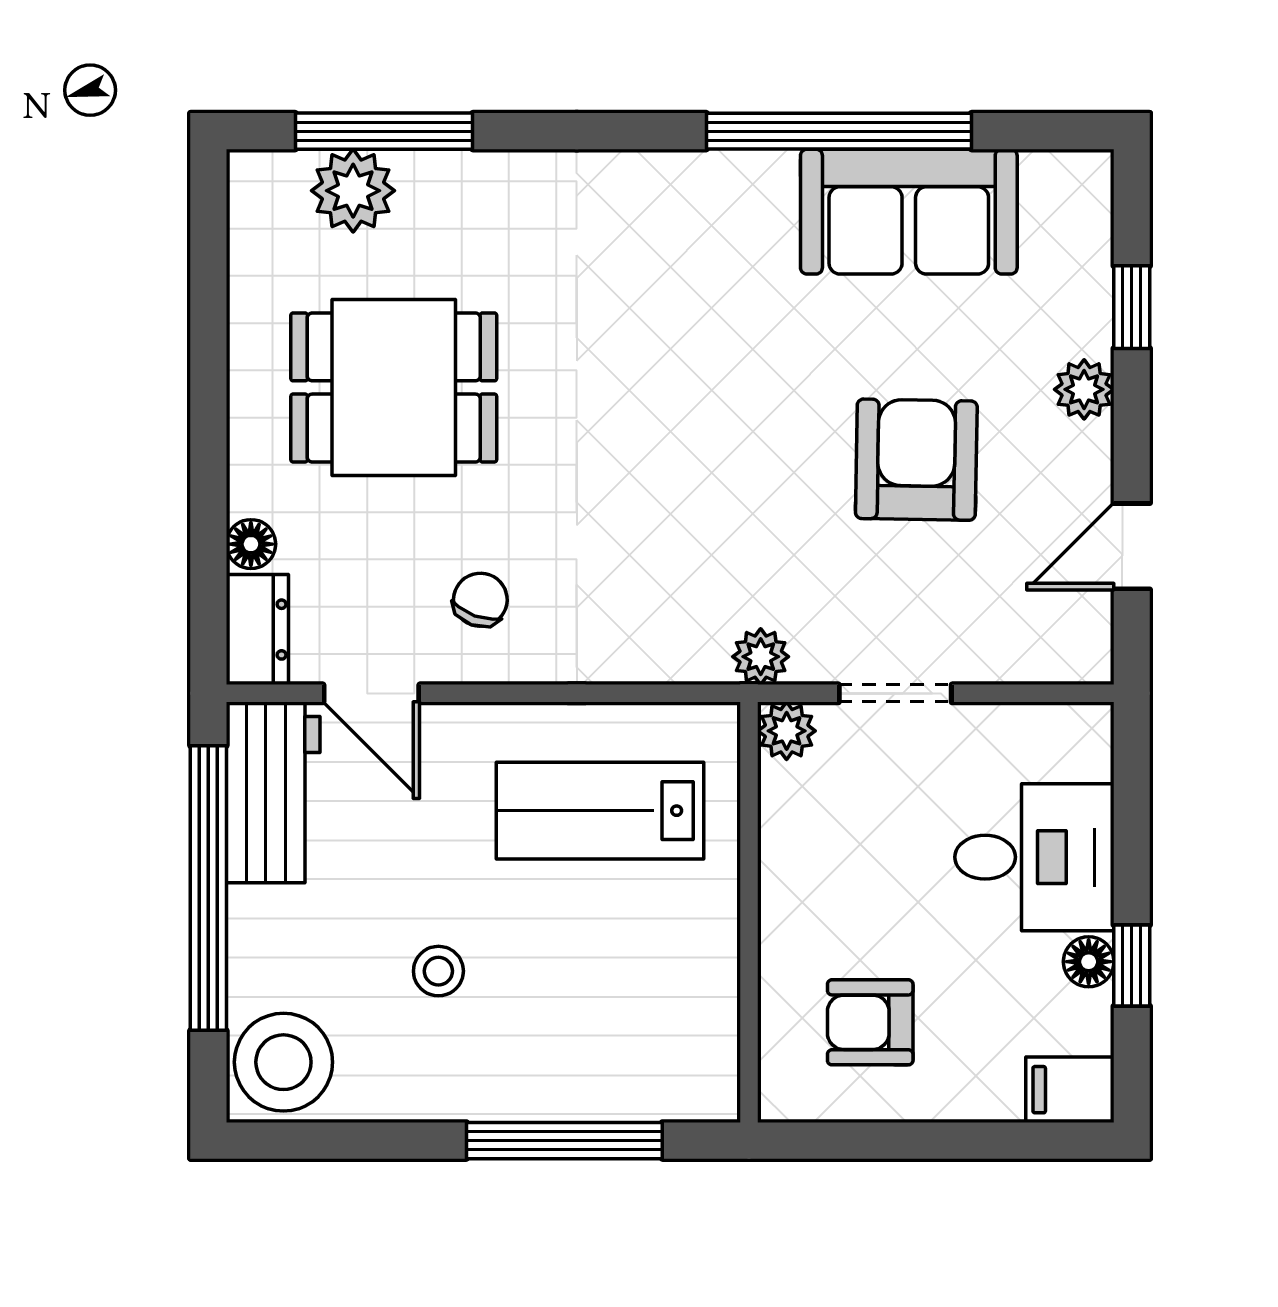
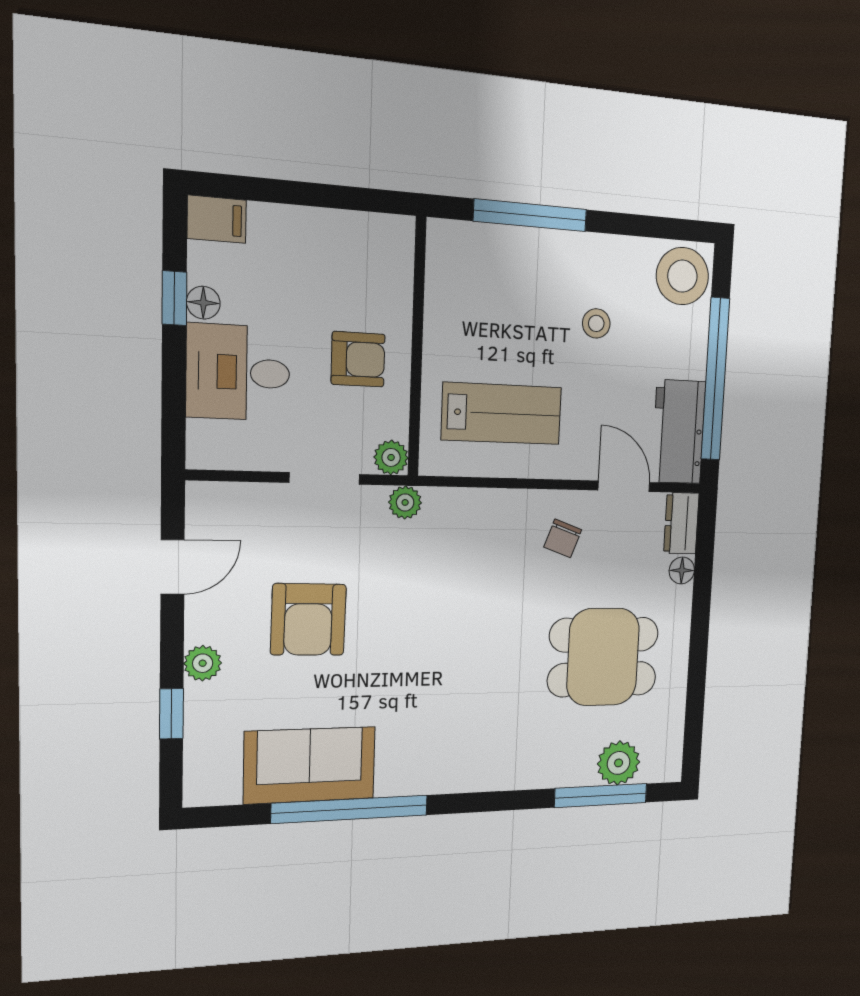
armchair: (870, 1022) -> (358, 359), moved

